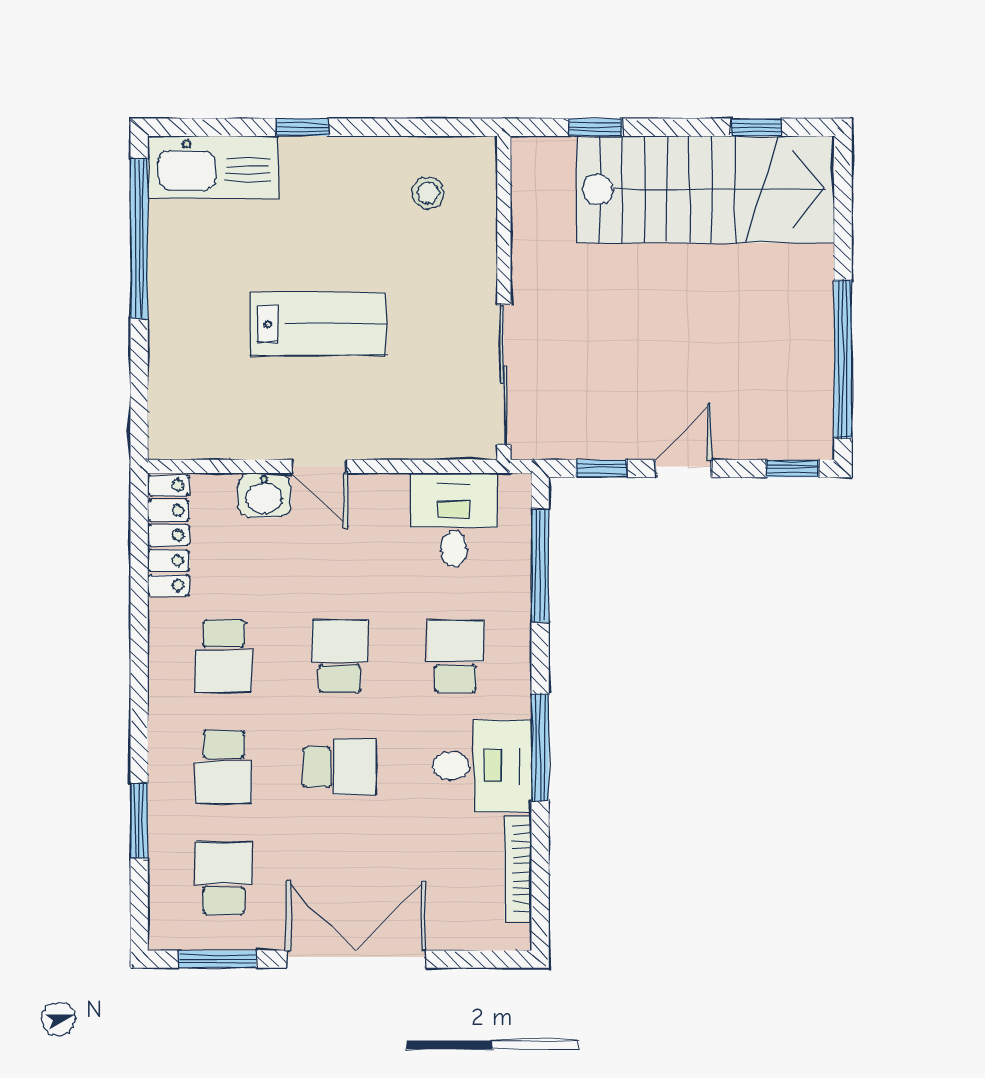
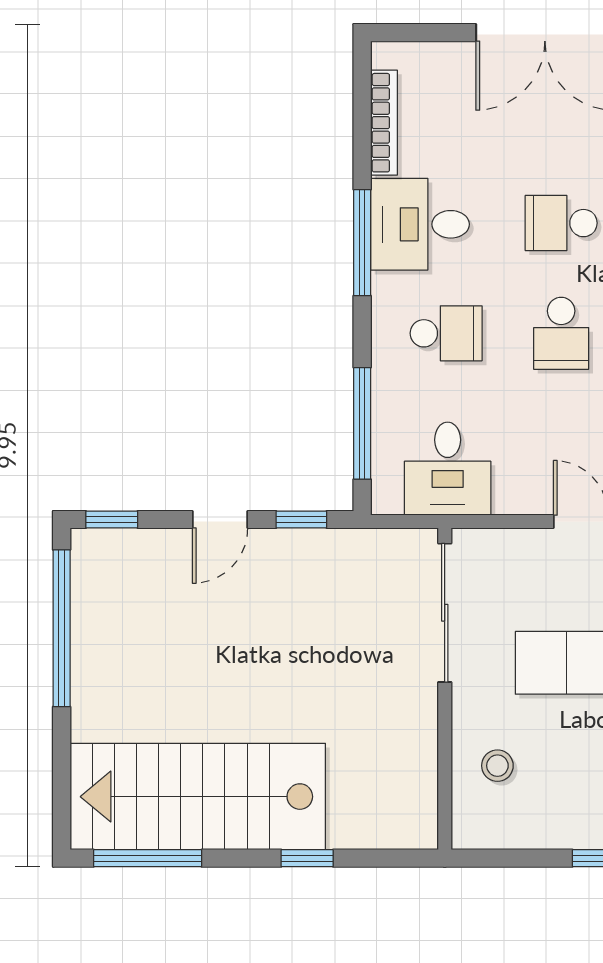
window: (756, 127) -> (148, 858), width x2.17
stool: (428, 193) -> (497, 766), moved
wall: (504, 298) -> (445, 689), moved
sliding door: (504, 375) -> (445, 613), moved
school desk: (456, 656) -> (446, 333), turned -90

